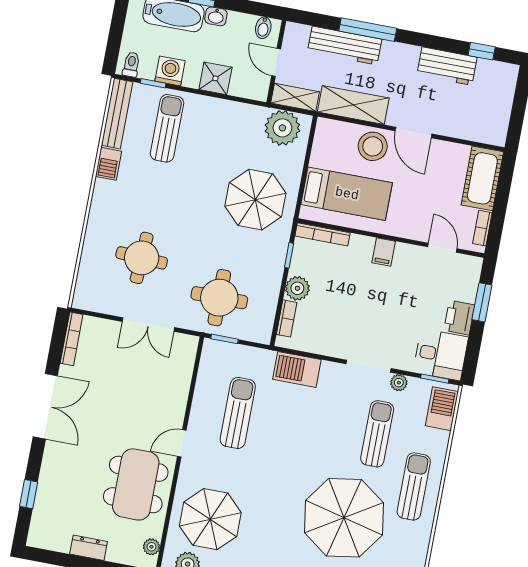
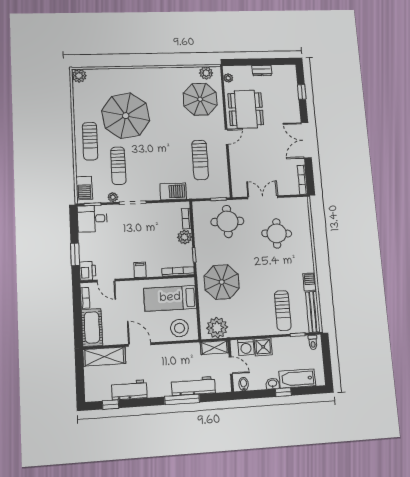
washing machine: (170, 71) -> (246, 347), moved
shelving: (353, 105) -> (104, 357), moved
stool: (373, 146) -> (179, 328), moved
printer: (459, 318) -> (88, 271), moved

